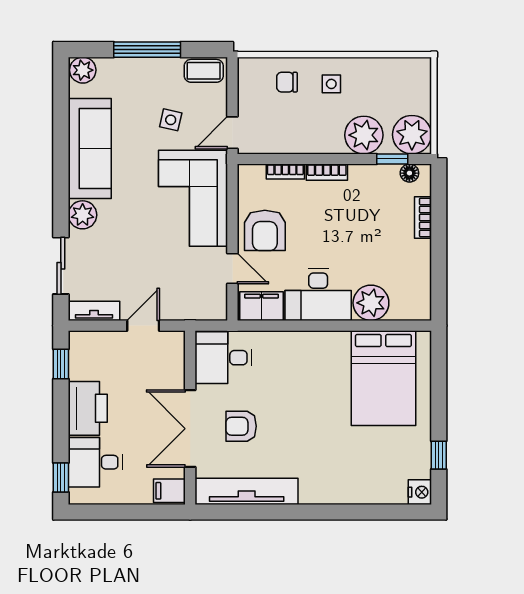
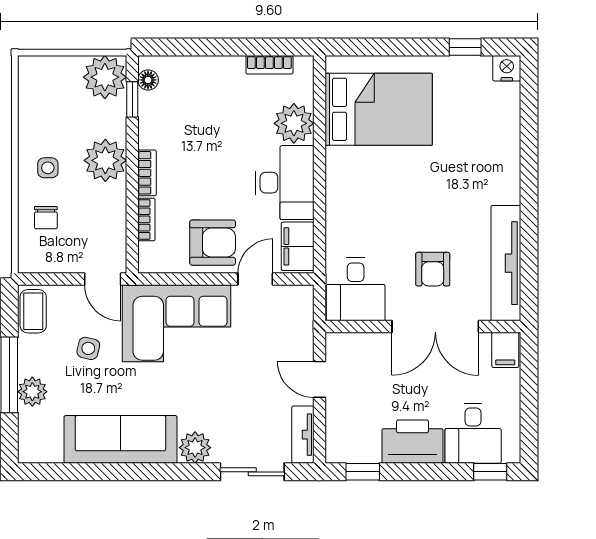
plant: (83, 70) -> (32, 392), moved
plant: (364, 135) -> (105, 160), moved
bookcase: (423, 217) -> (269, 65), moved

